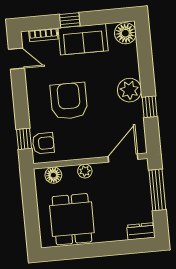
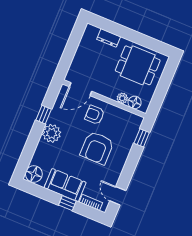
armchair: (43, 143) -> (95, 115), moved
plant: (85, 171) -> (122, 98), moved
window: (157, 190) -> (68, 55), removed
dining table: (72, 219) -> (138, 65), turned 90
dresser: (141, 231) -> (109, 38), moved

